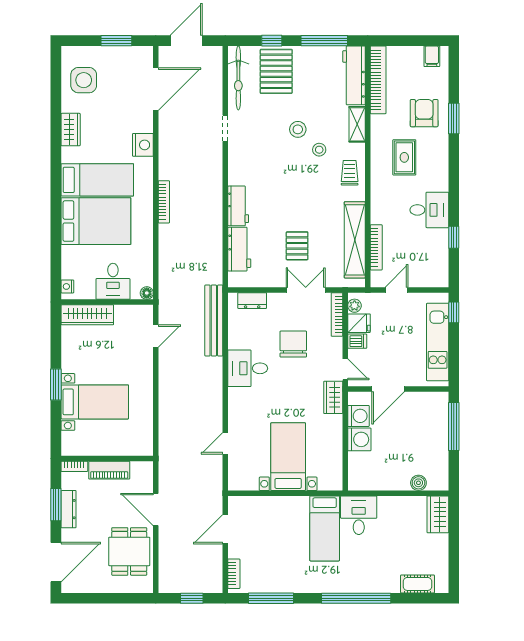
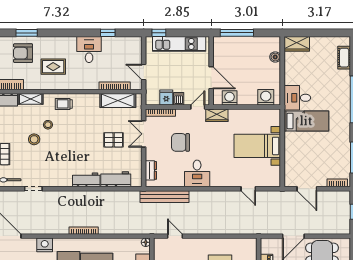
shelving: (355, 240) -> (118, 100), width x0.68
plant: (354, 306) -> (154, 101), removed
washing machine: (359, 439) -> (266, 97), moved

